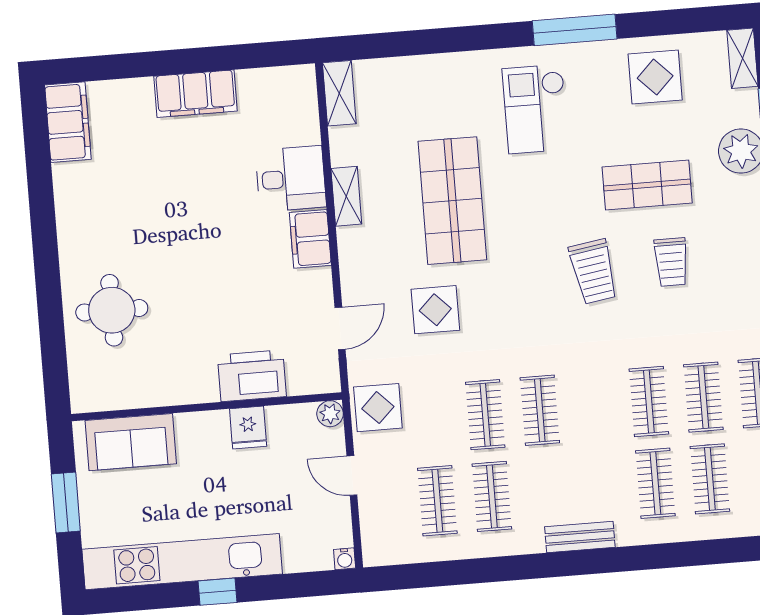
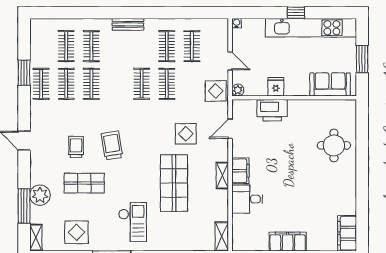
shelving: (346, 196) -> (222, 176), moved

